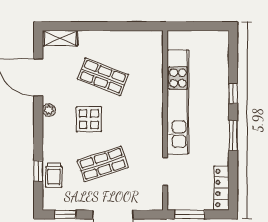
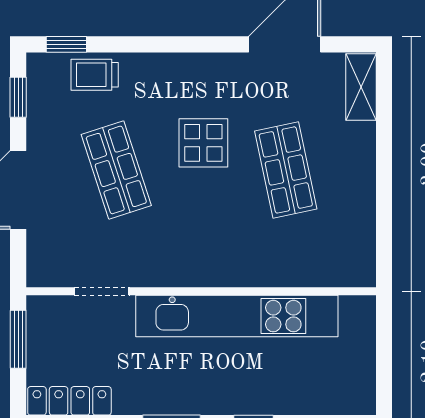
shop shelf: (103, 77) -> (286, 170), turned -33
plant: (49, 110) -> (221, 65), removed
window: (38, 171) -> (66, 44), moved

